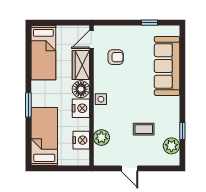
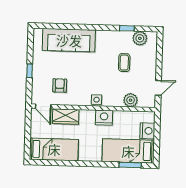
window: (149, 23) -> (30, 71), moved
floor lamp: (81, 89) -> (87, 117), removed
window: (28, 105) -> (130, 165), moved
nightstand: (81, 140) -> (147, 131), moved, turned 90
door: (130, 168) -> (158, 88), moved

